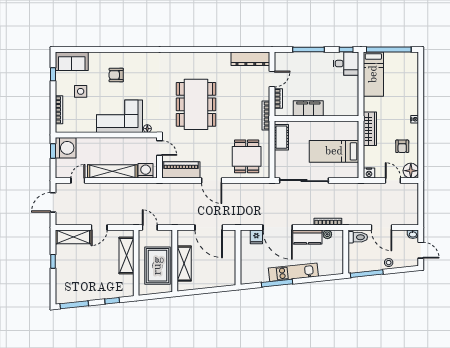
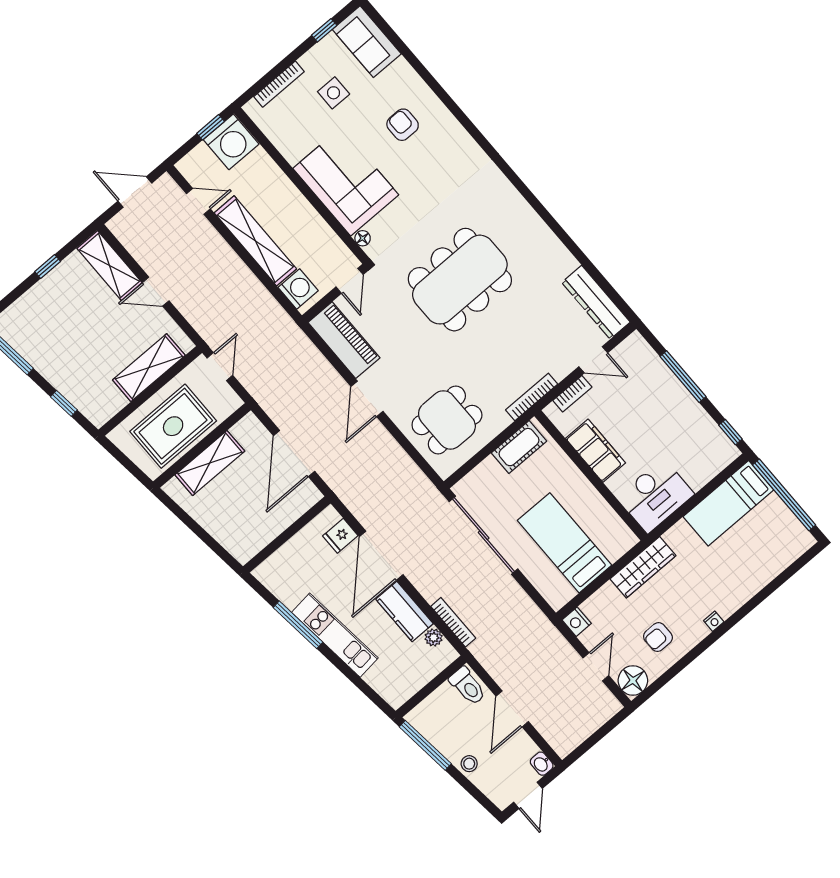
desk: (346, 64) -> (655, 496), moved, width x1.37

